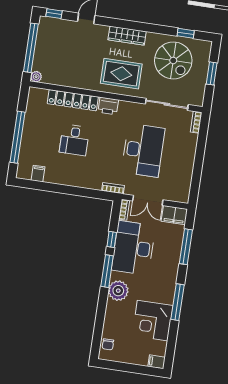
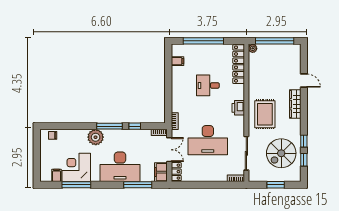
window: (54, 14) -> (304, 141), moved
wardrobe: (127, 36) -> (295, 104), moved
locker: (73, 100) -> (239, 64), moved
locker: (177, 196) -> (176, 172), added
double door: (148, 200) -> (169, 150), swing flipped
desk: (133, 248) -> (120, 167), moved, turned 180
window: (178, 302) -> (76, 185), moved
filing cabinet: (157, 362) -> (56, 175), moved

